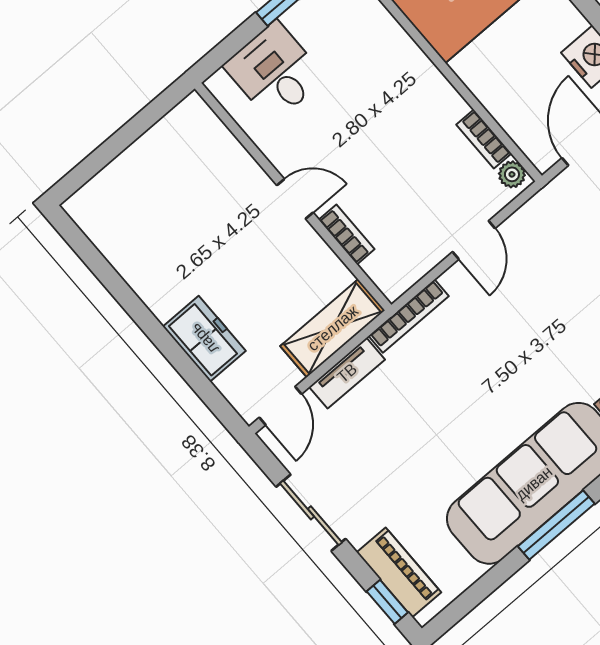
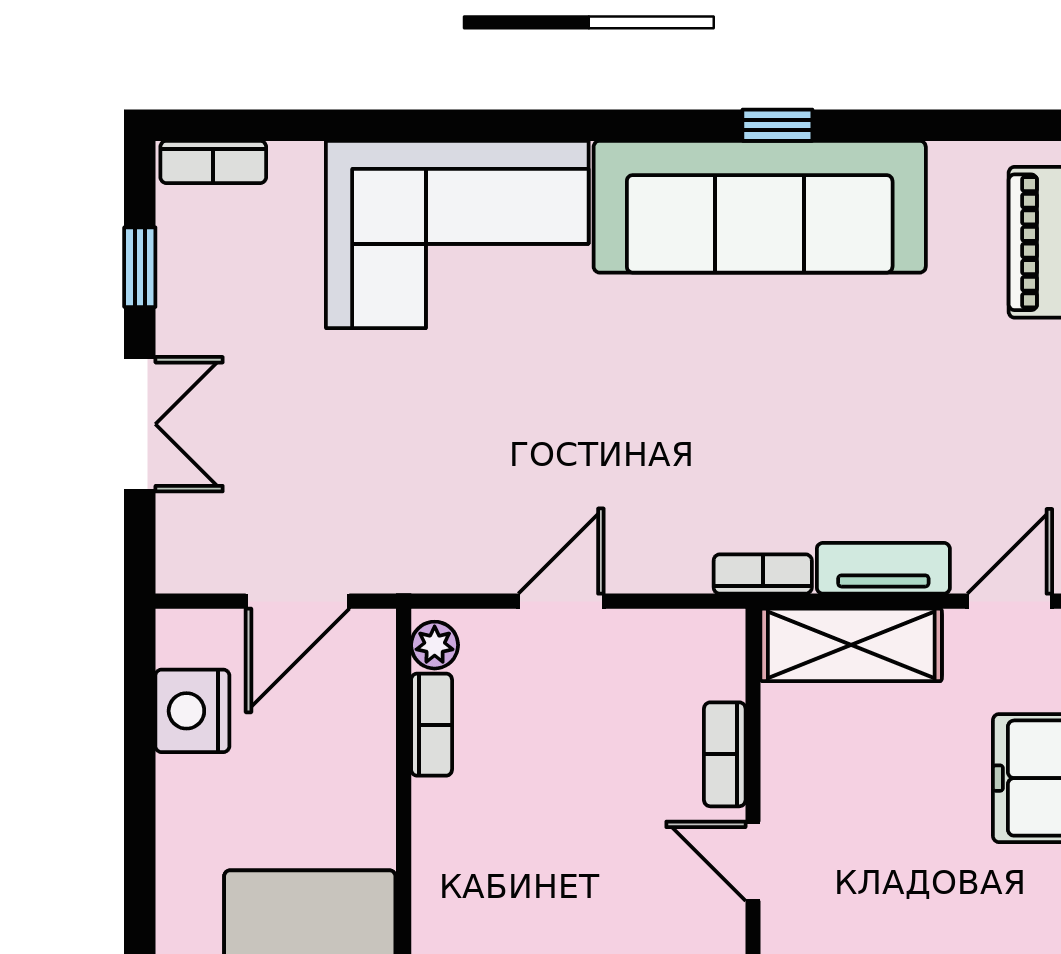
bookcase: (409, 316) -> (763, 574), width x0.64
window: (556, 525) -> (777, 125), width x0.46

